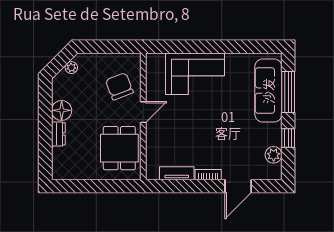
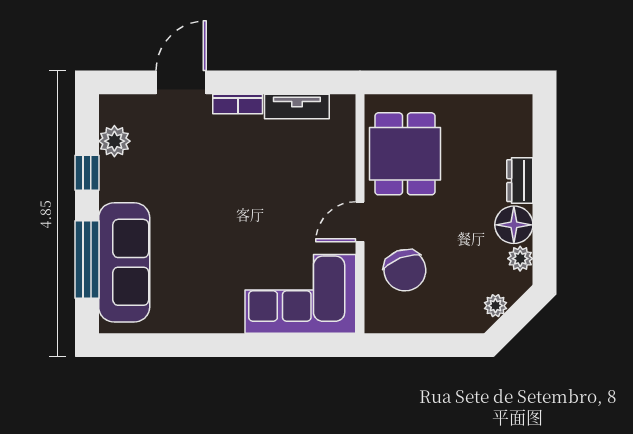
corner sofa: (195, 74) -> (300, 294), moved
plant: (58, 93) -> (520, 259), added

